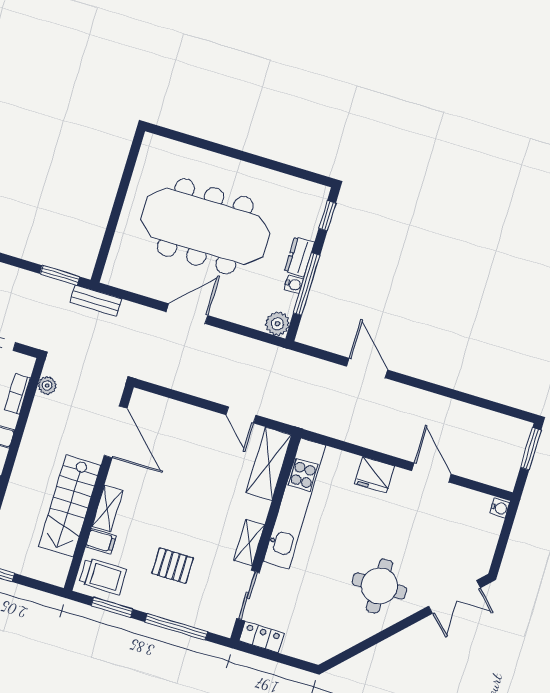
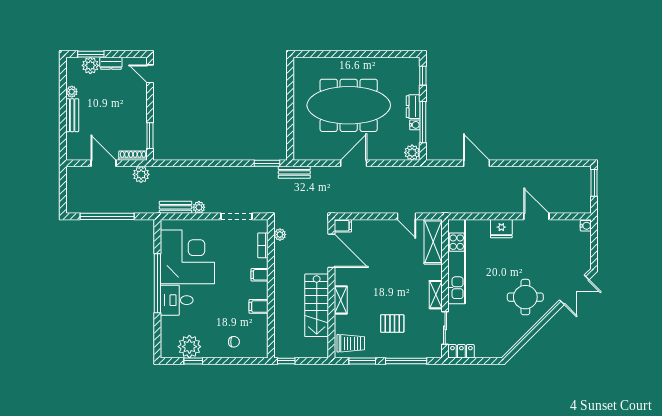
filing cabinet: (101, 541) -> (343, 226), moved

